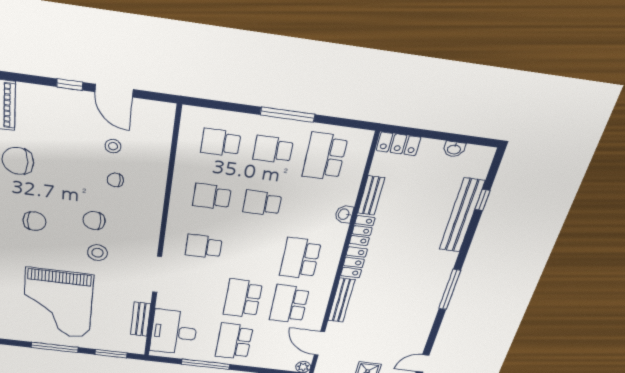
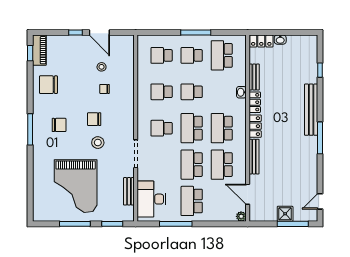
washbasin: (454, 149) -> (280, 40), moved
bench: (462, 216) -> (311, 110), moved
school desk: (252, 253) -> (192, 128), added

